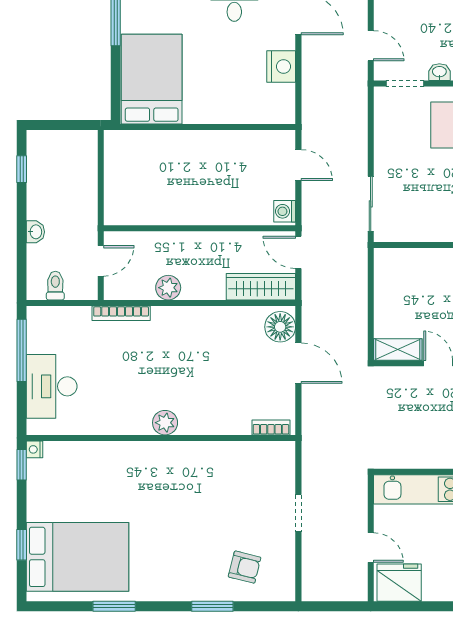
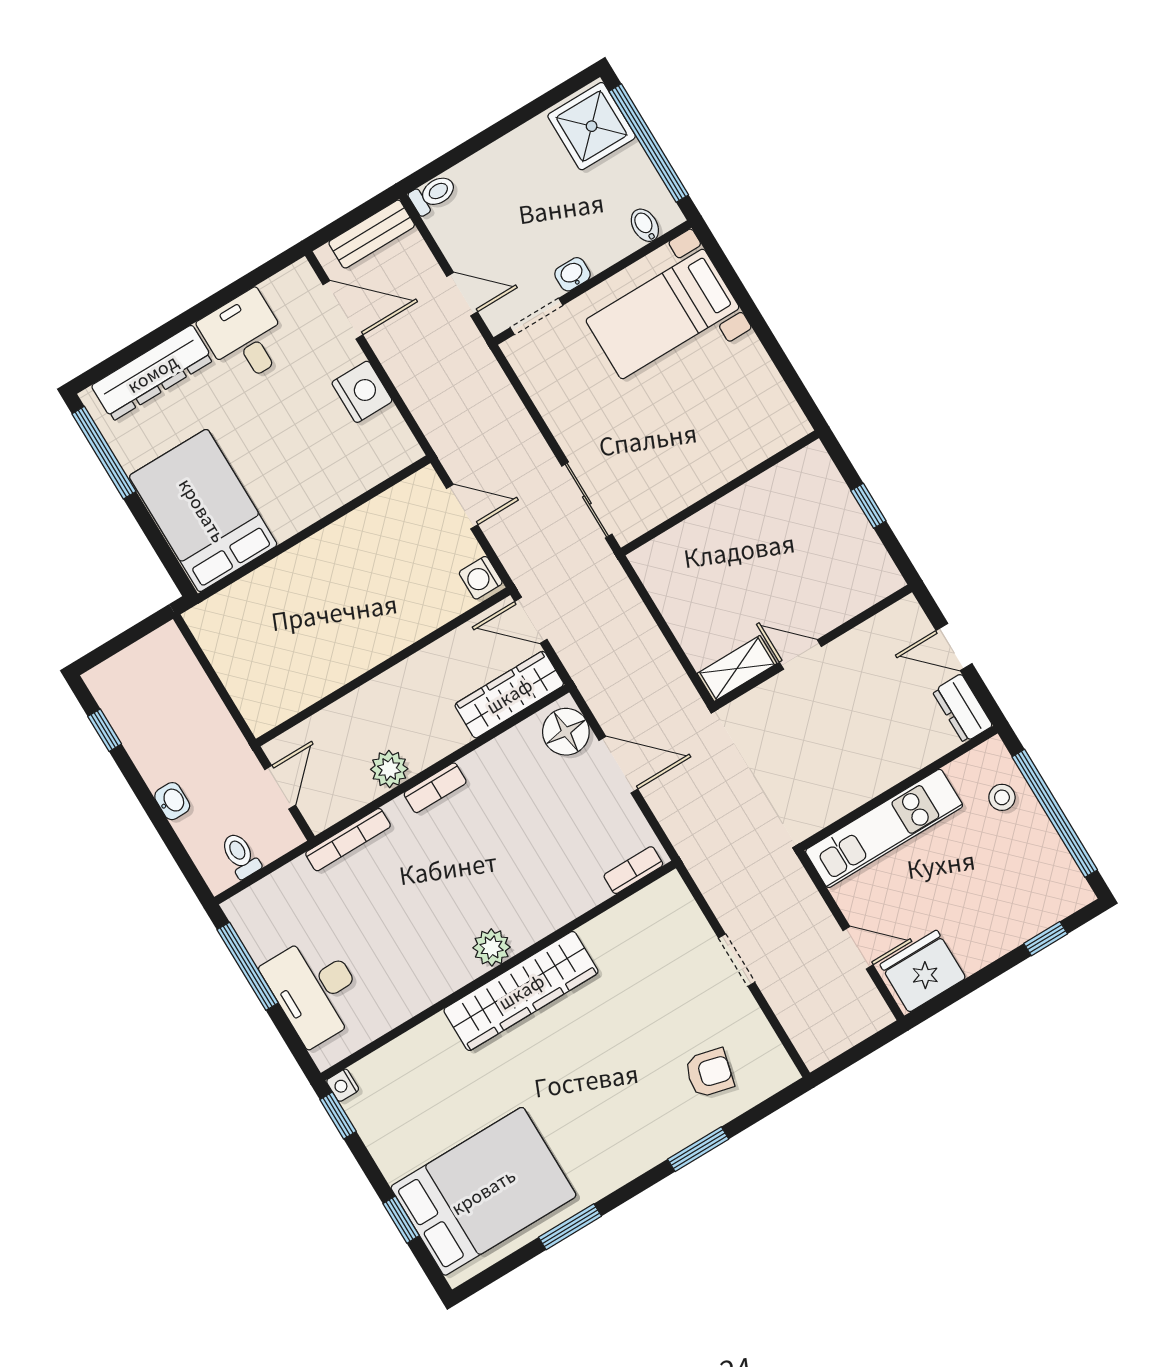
bookcase: (188, 314) -> (435, 788), added
wardrobe: (167, 457) -> (521, 991), added

